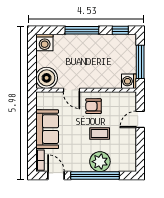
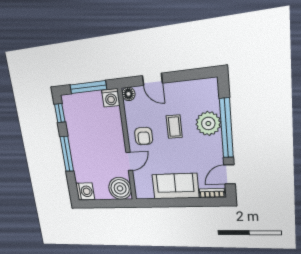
floor lamp: (131, 97) -> (128, 94), added

